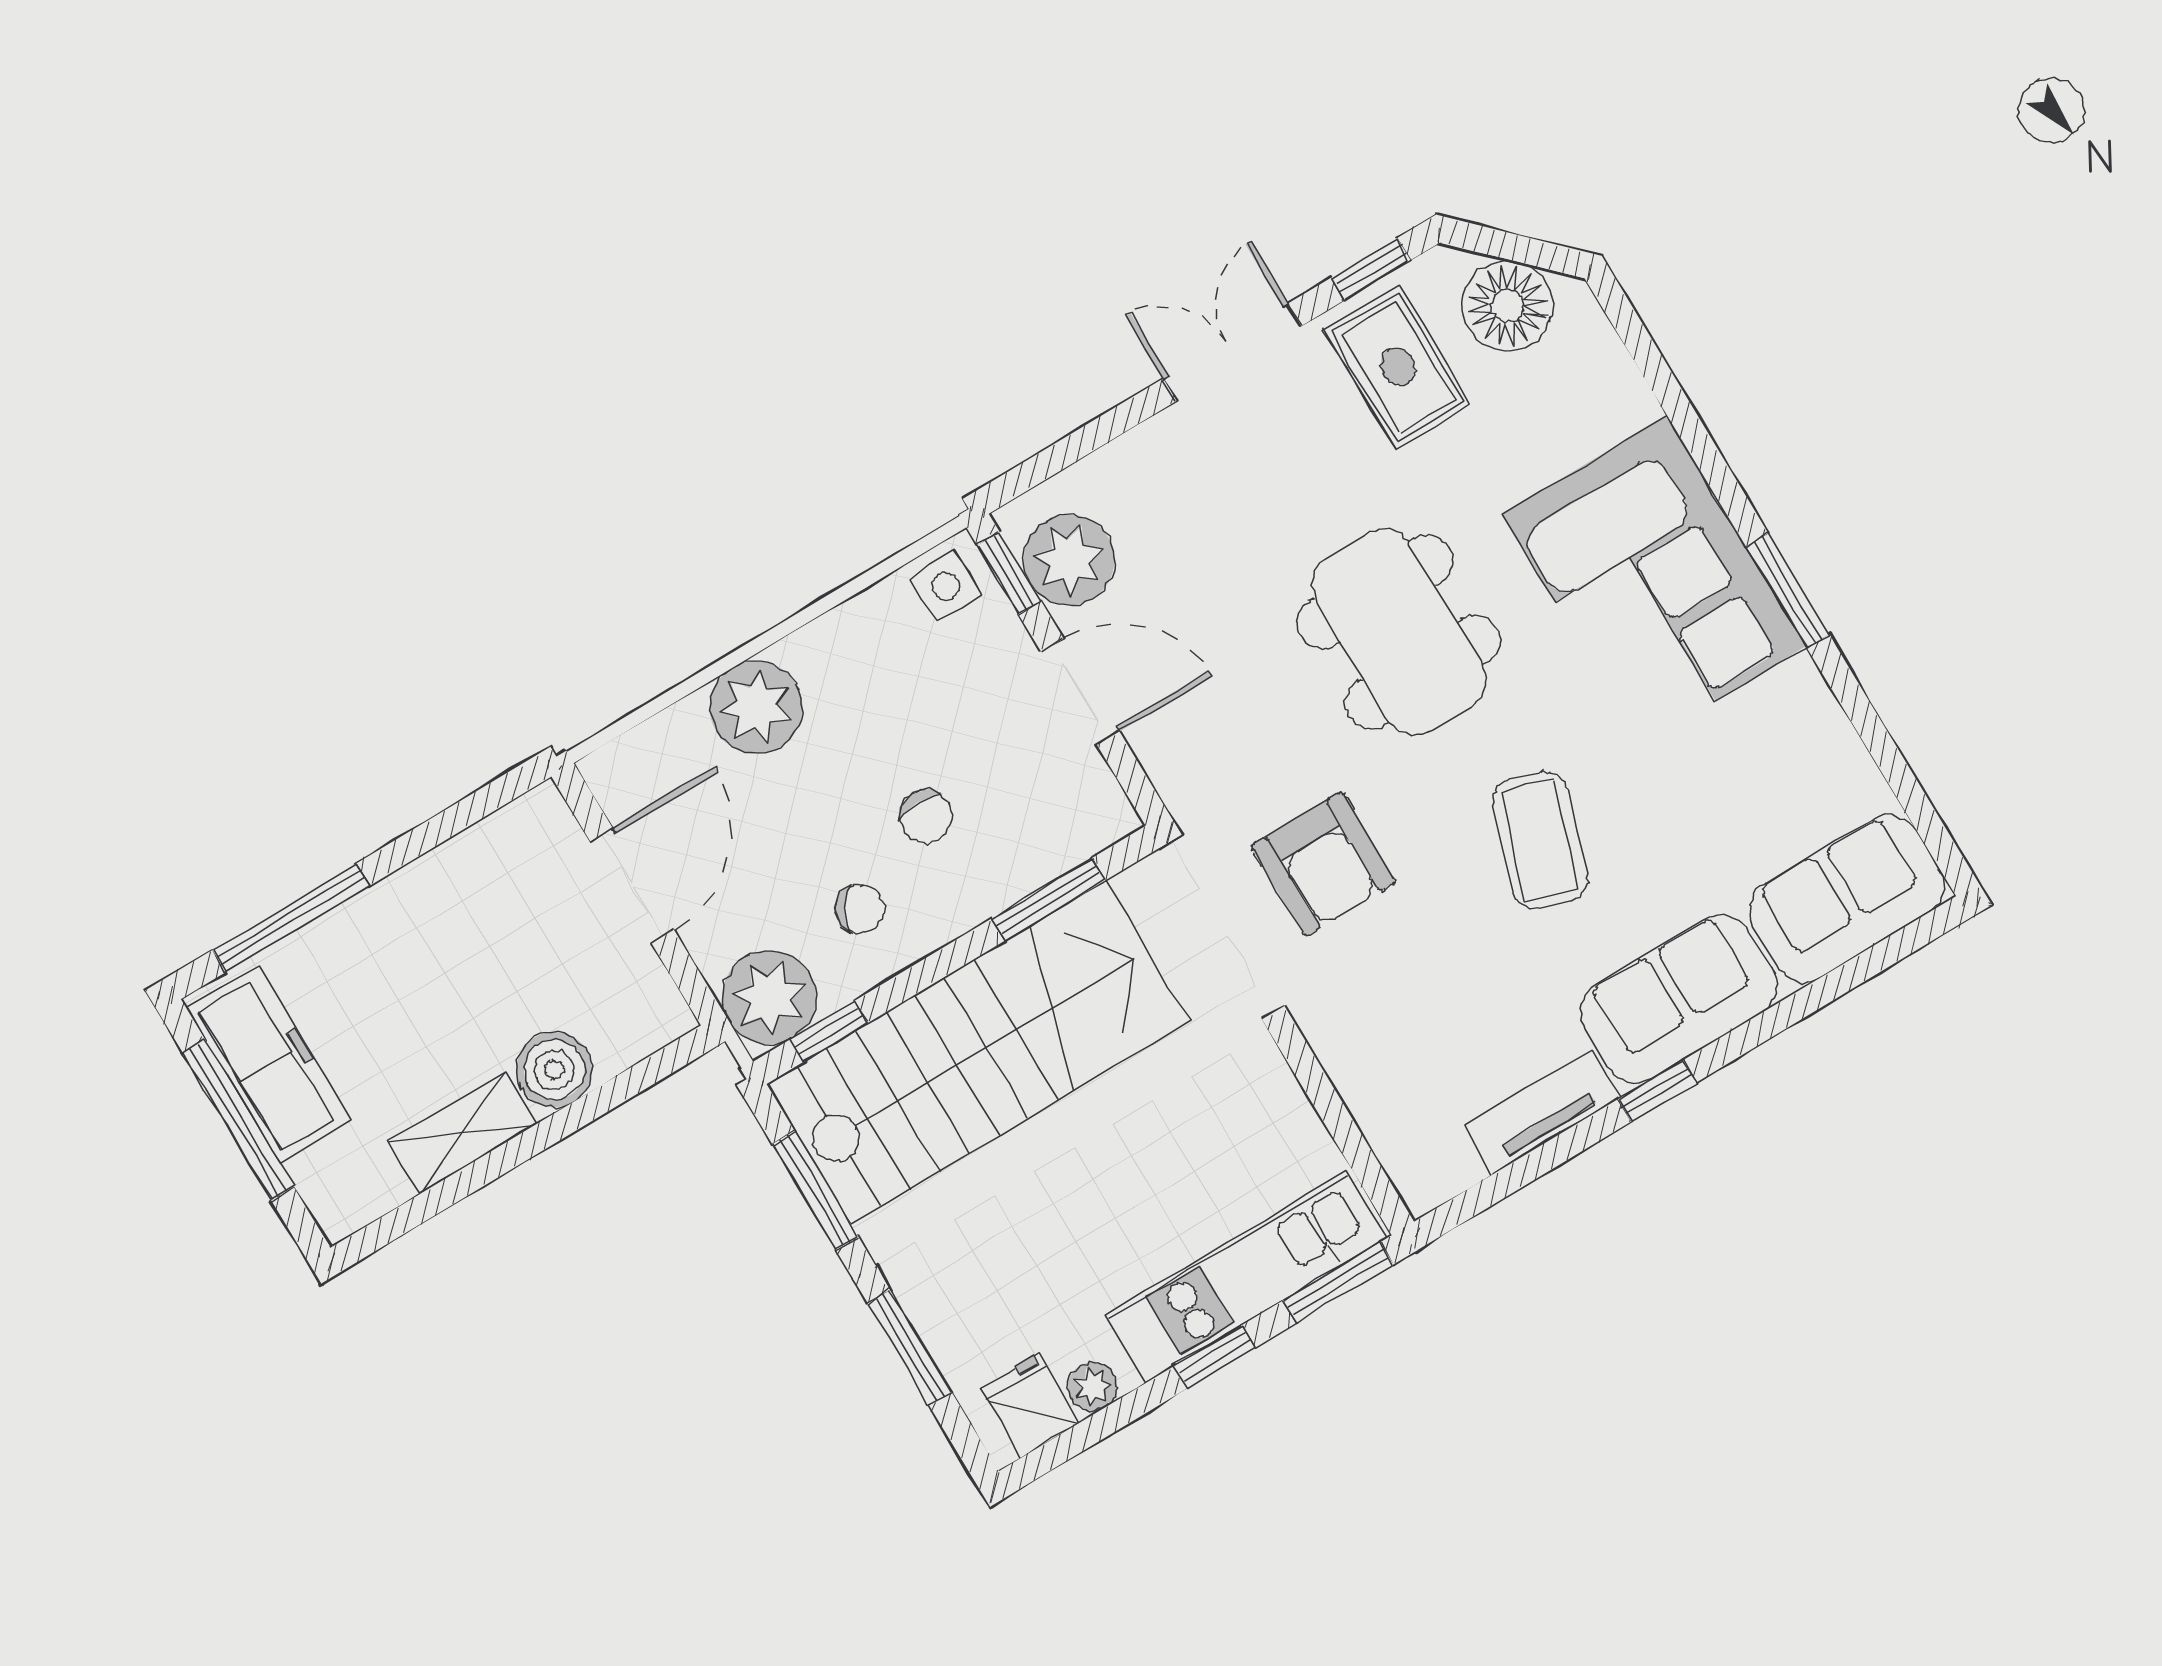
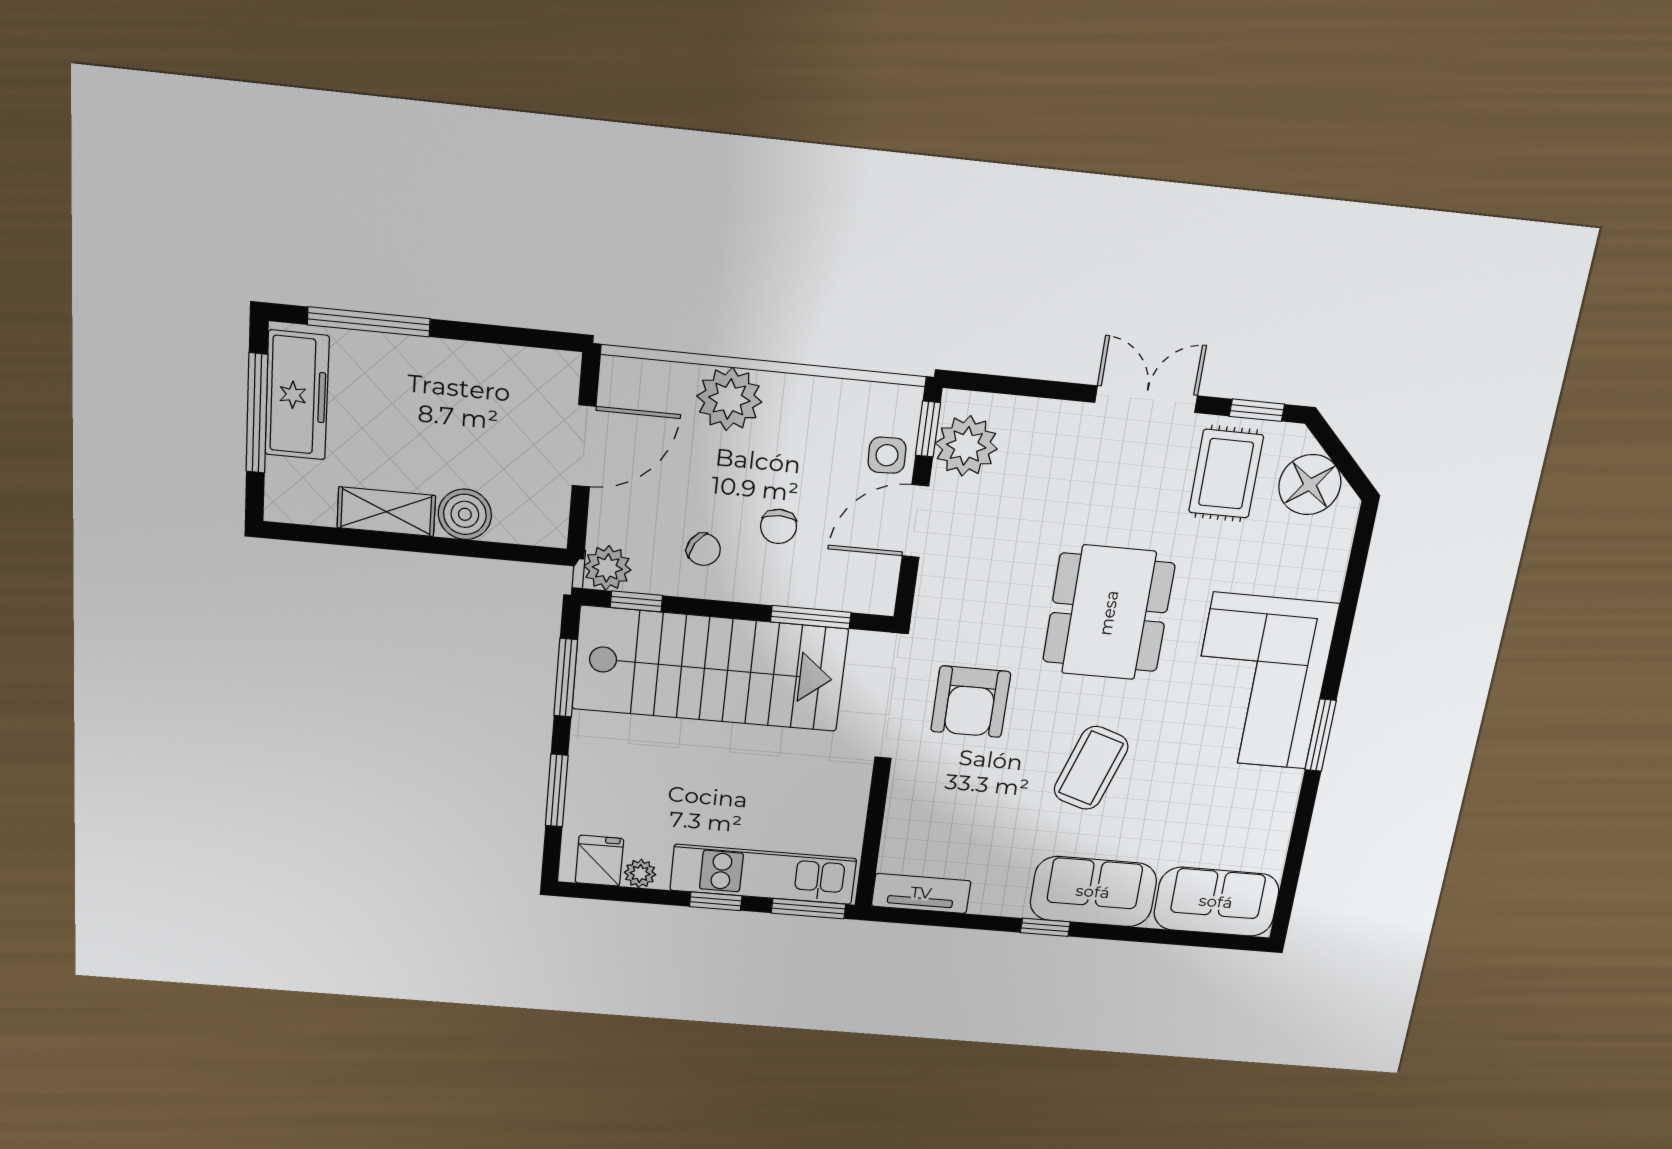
side table: (946, 586) -> (887, 455), moved
door: (1080, 692) -> (915, 521), swing flipped
plant: (769, 997) -> (607, 568), width x0.73, depth x0.73
tv unit: (1542, 1112) -> (921, 893), moved

